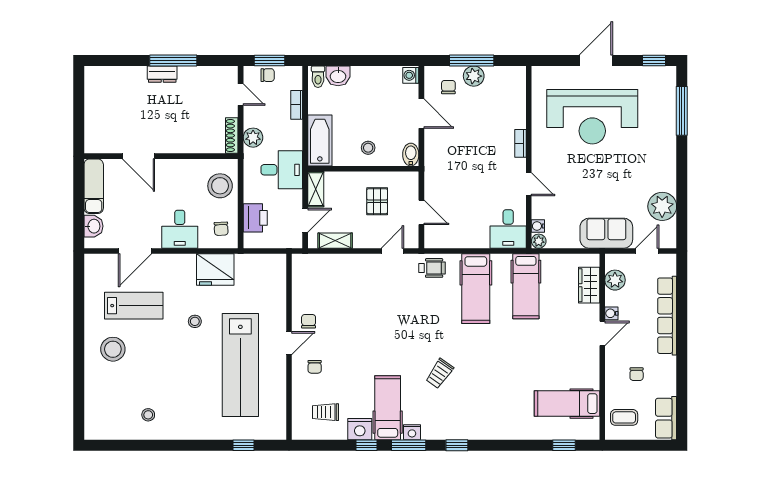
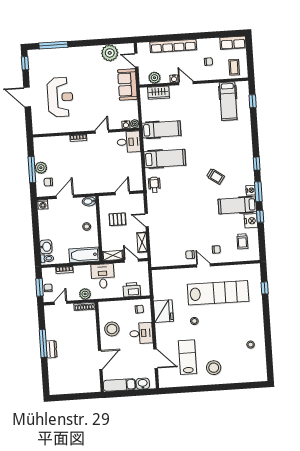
reception desk: (592, 117) -> (60, 97), width x0.74, depth x0.77
stool: (220, 186) -> (112, 329), moved
door: (392, 251) -> (147, 220), moved

